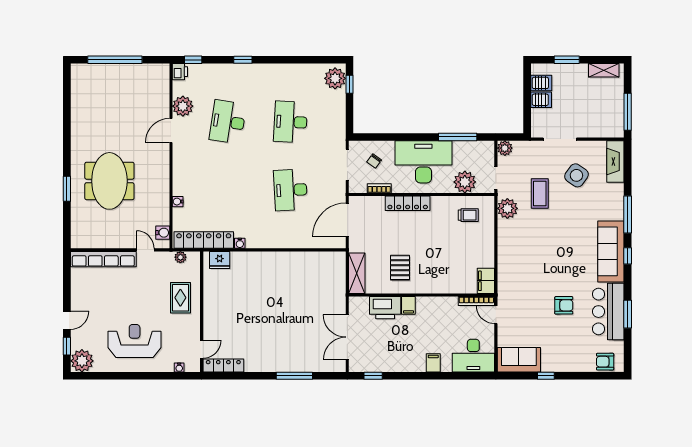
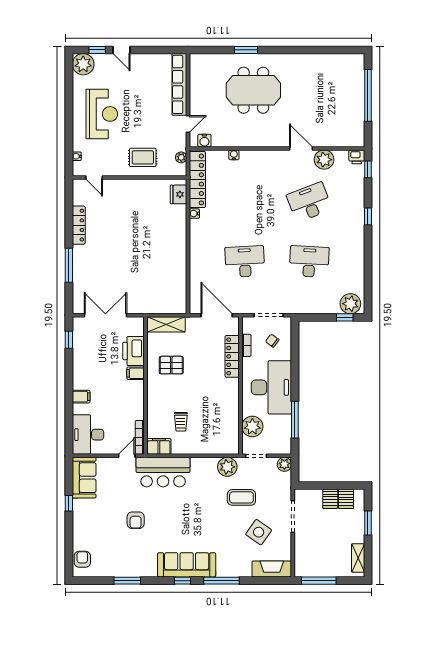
desk: (228, 122) -> (309, 202), turned -30
locker: (408, 203) -> (232, 356), moved
trolley: (468, 215) -> (181, 422), moved
bar counter: (608, 312) -> (163, 472), moved, turned 180
locker: (223, 366) -> (79, 225), moved

